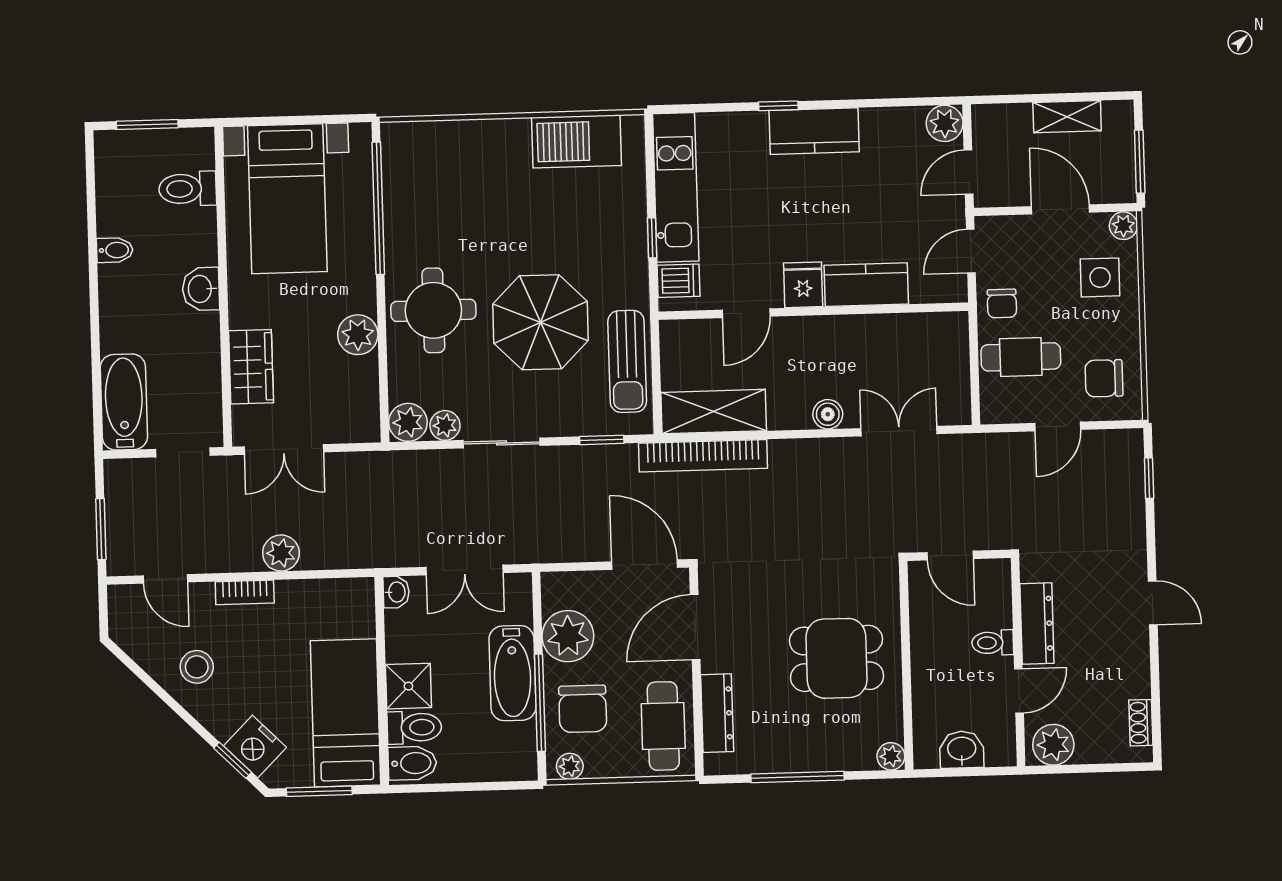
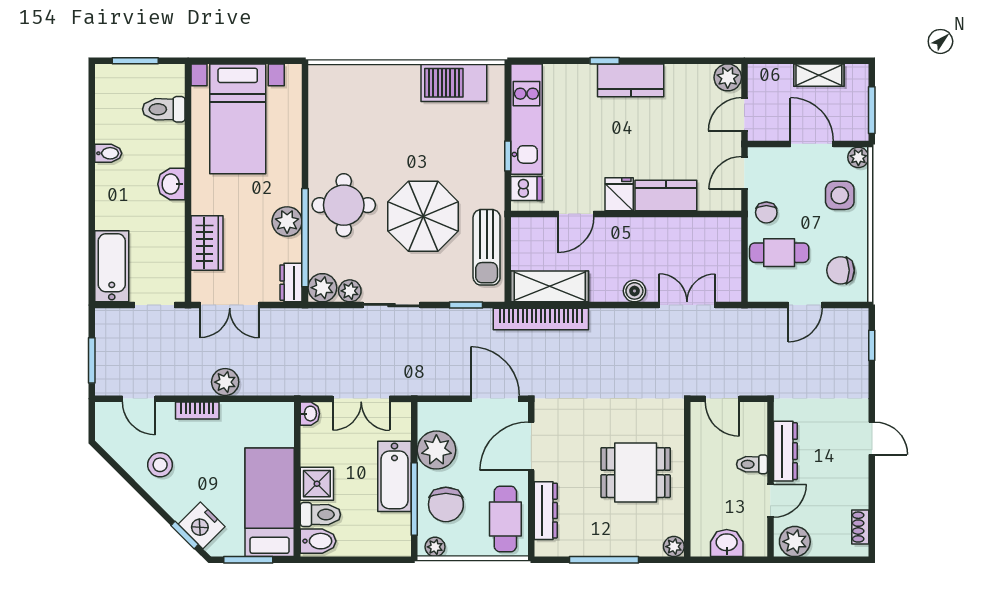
window: (378, 208) -> (305, 238), moved
dresser: (366, 417) -> (291, 283), added

